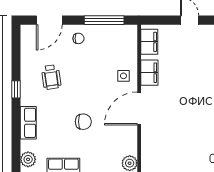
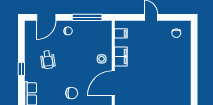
filing cabinet: (149, 42) -> (121, 33), width x0.50

